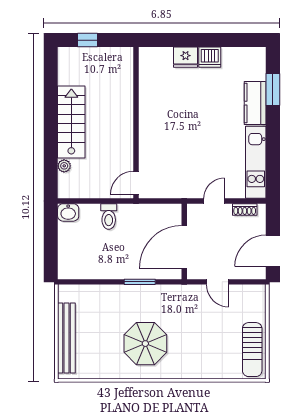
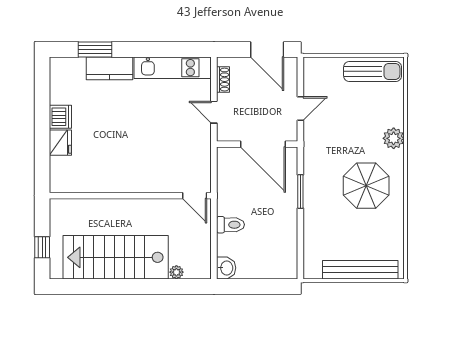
stairs: (71, 122) -> (116, 257), width x1.36, depth x1.51
plant: (190, 369) -> (394, 138), added

